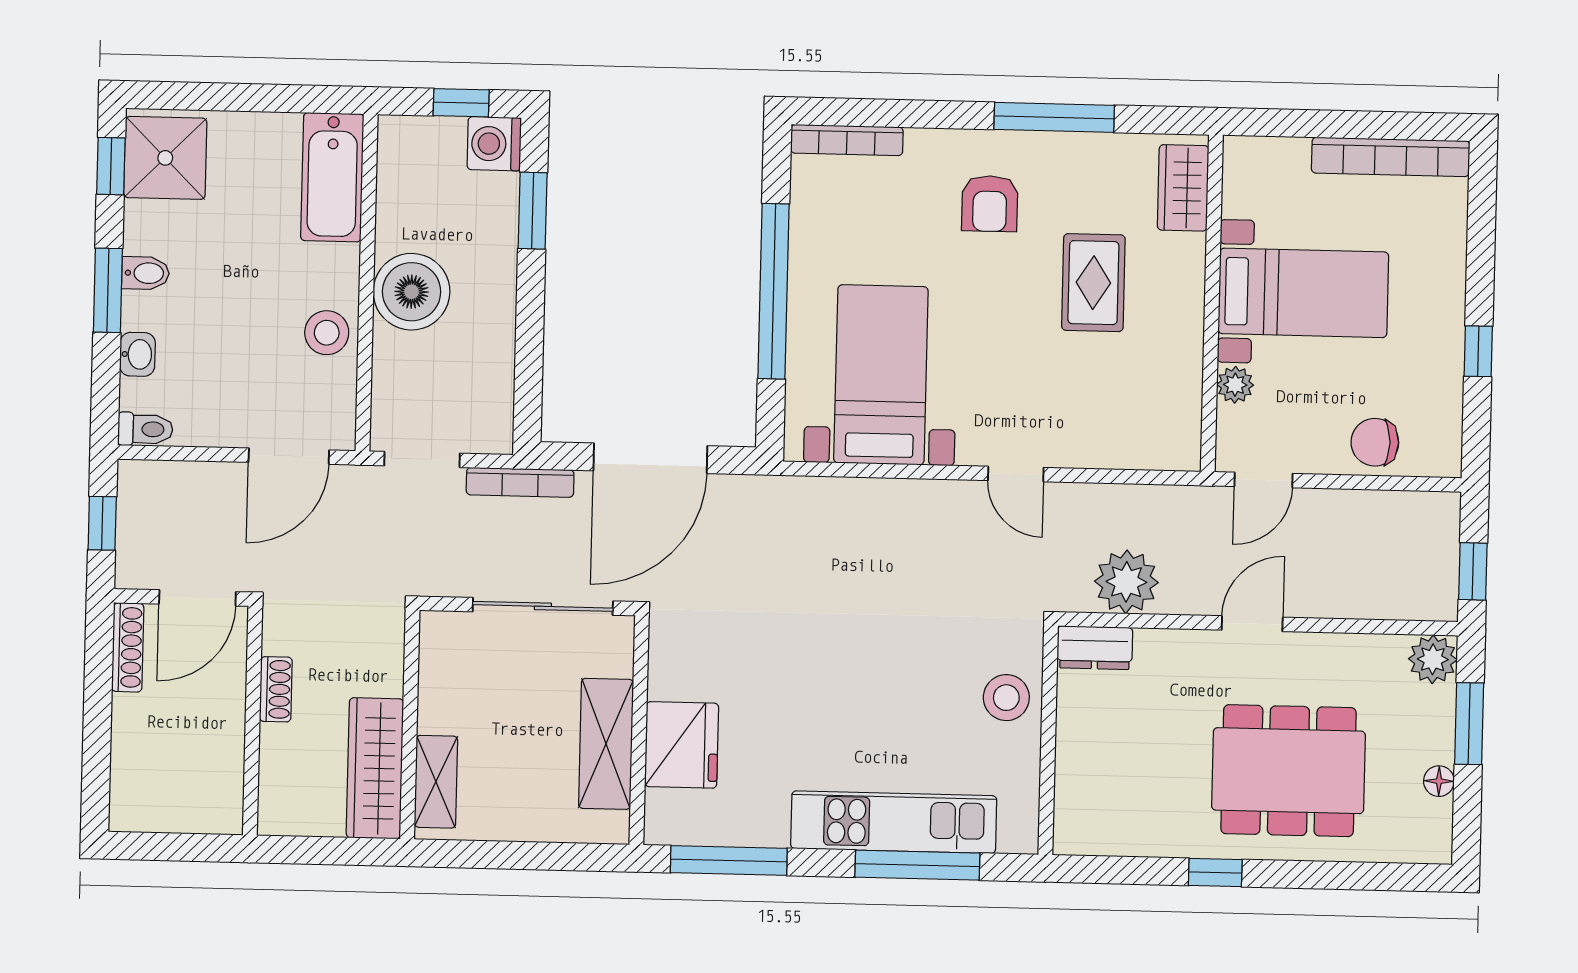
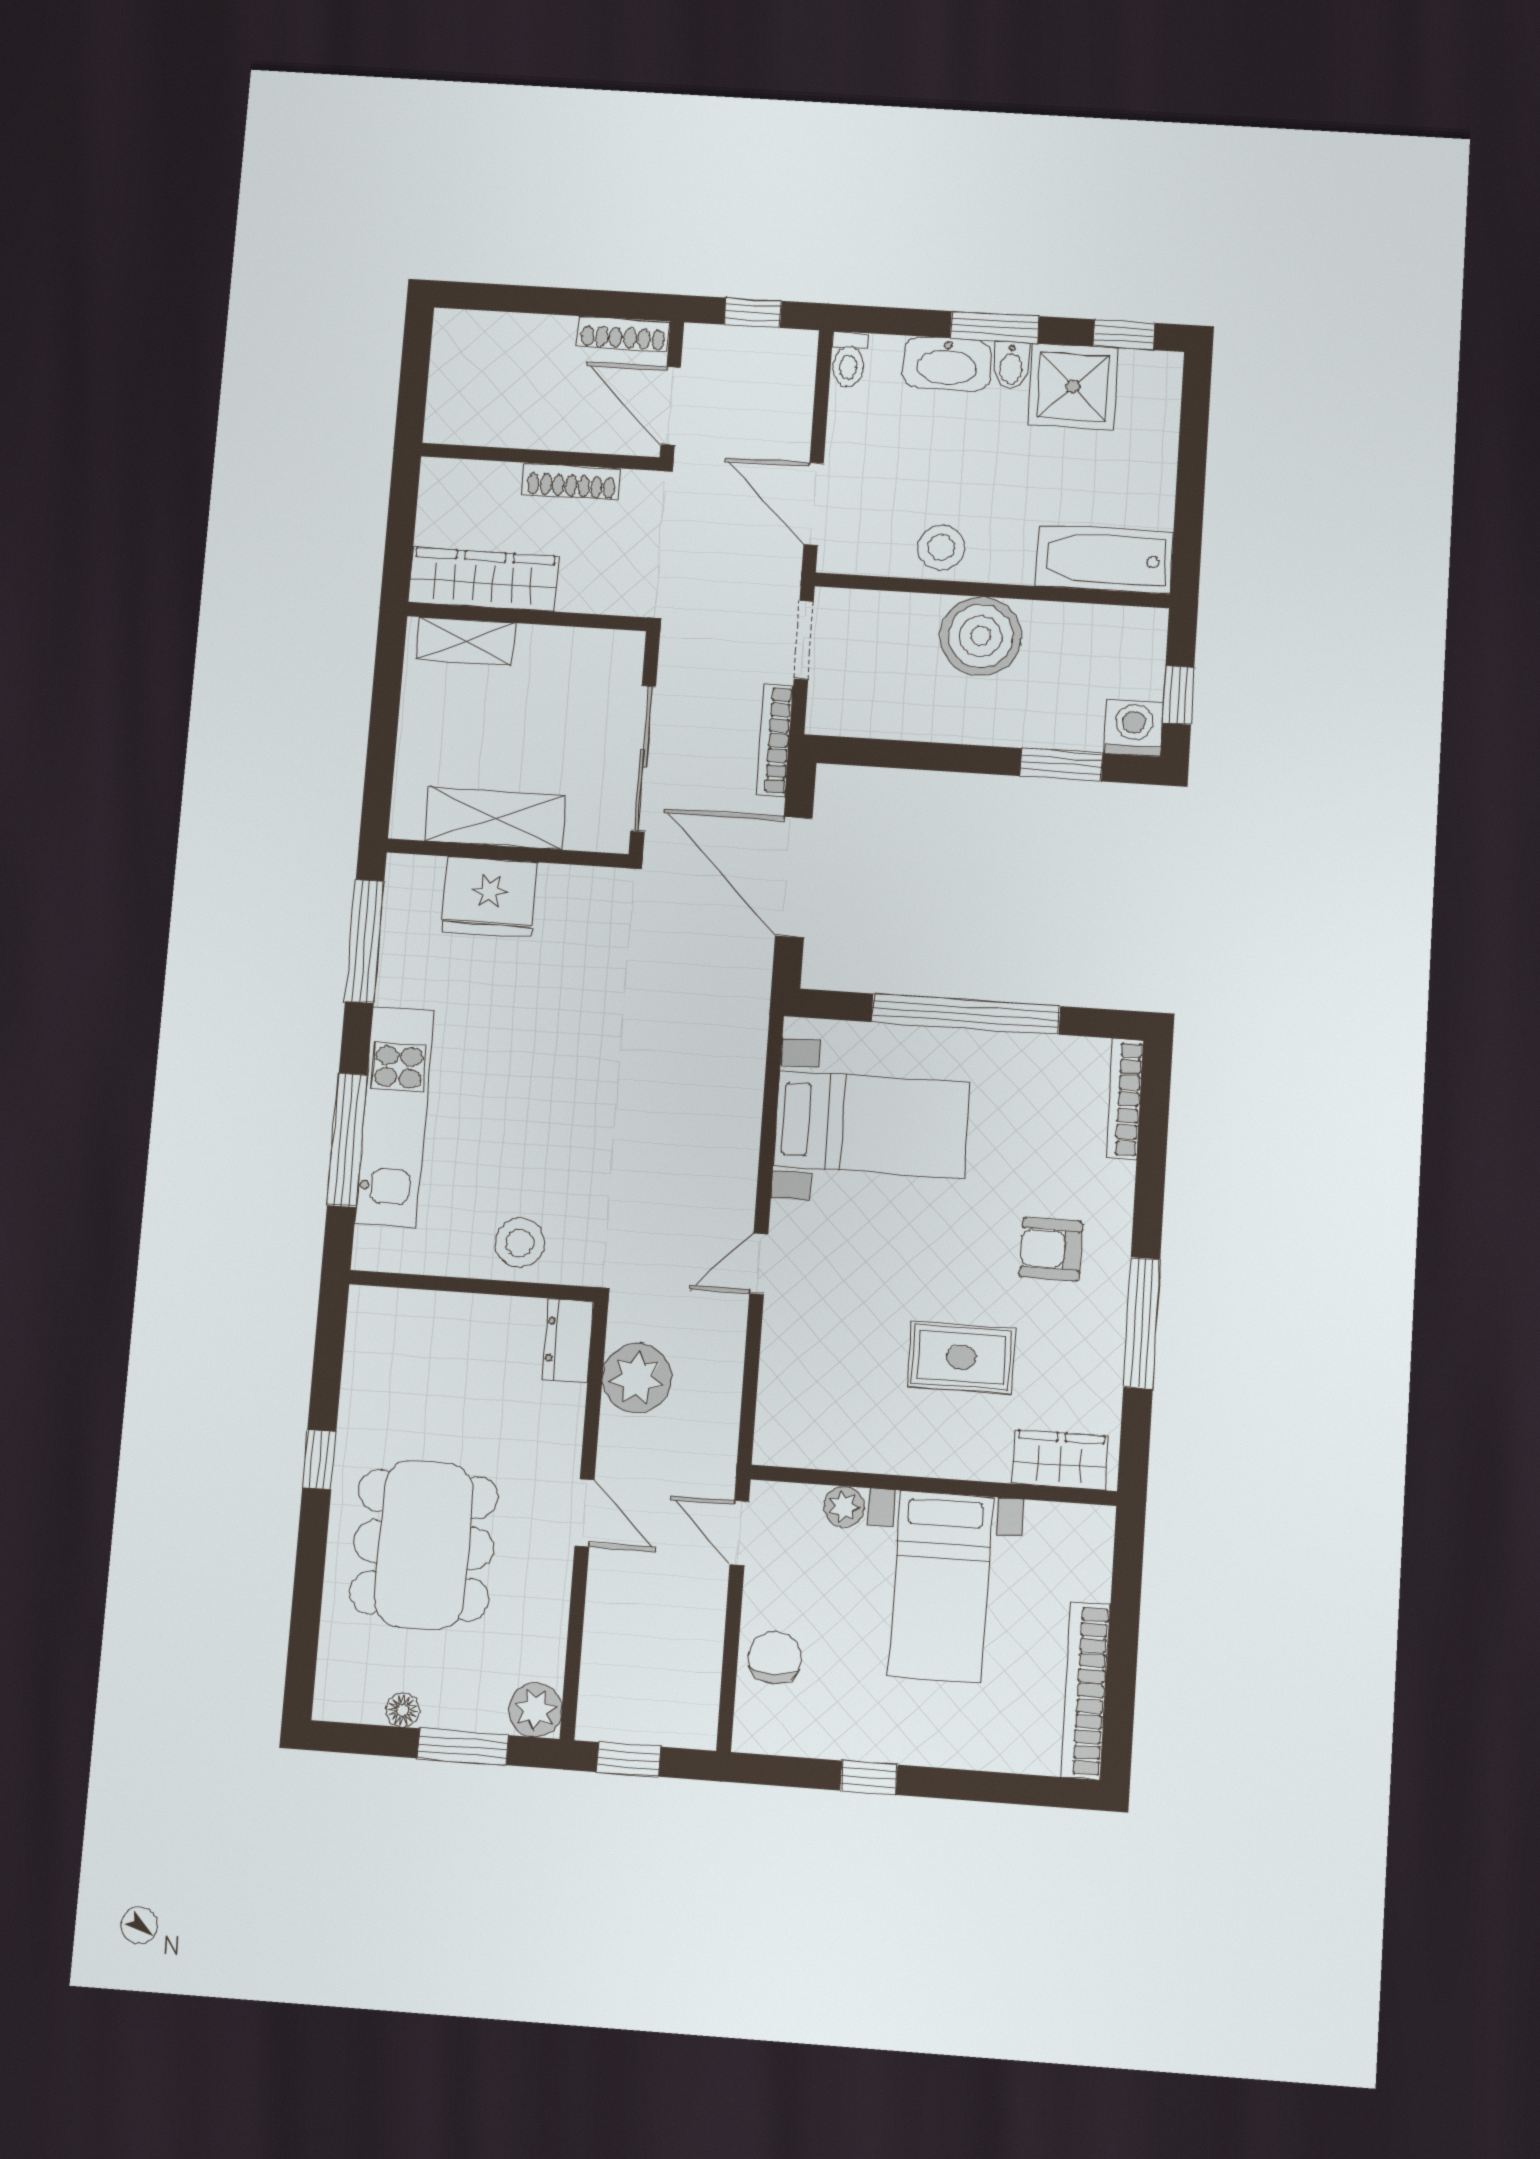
shower: (165, 158) -> (1073, 387), moved
washbasin: (137, 354) -> (947, 364), width x1.91, depth x1.45
shoe rack: (276, 689) -> (571, 482), width x1.43

